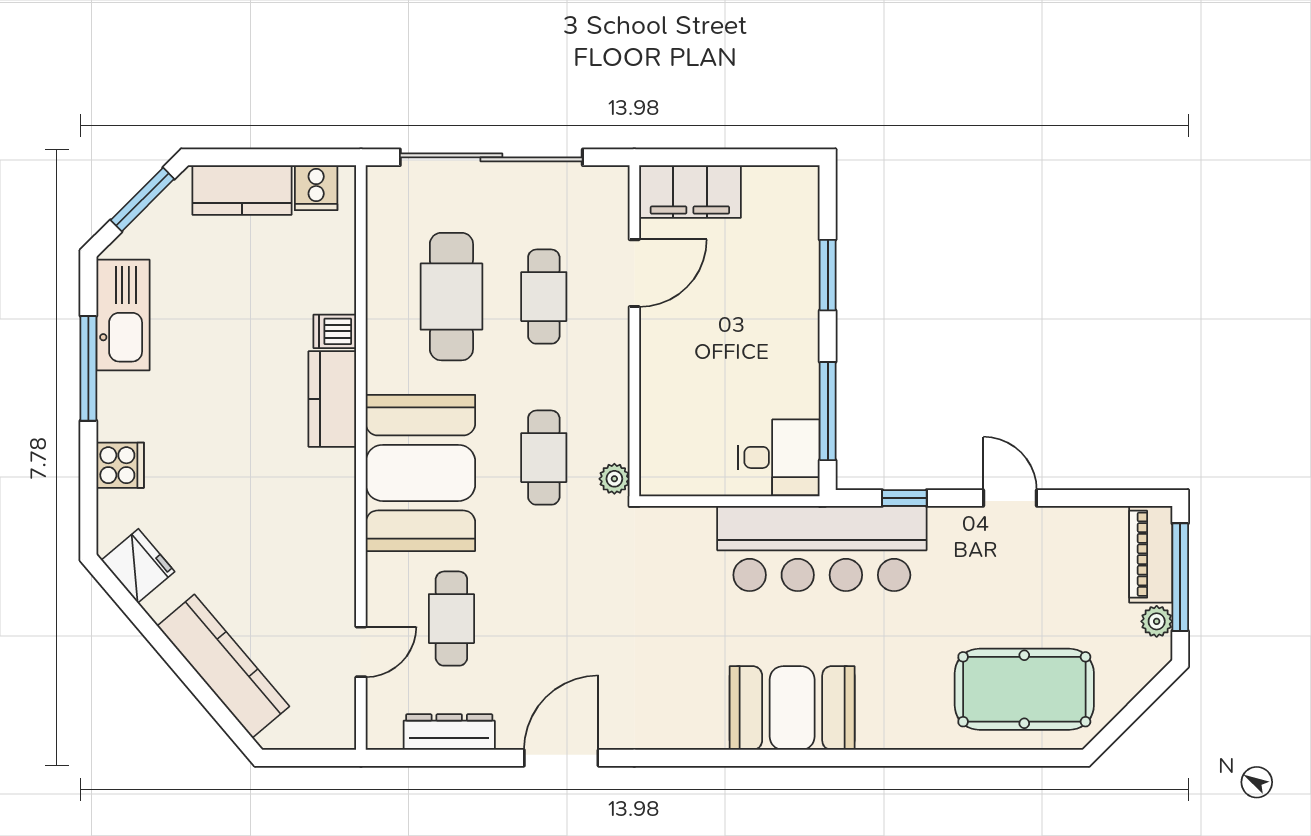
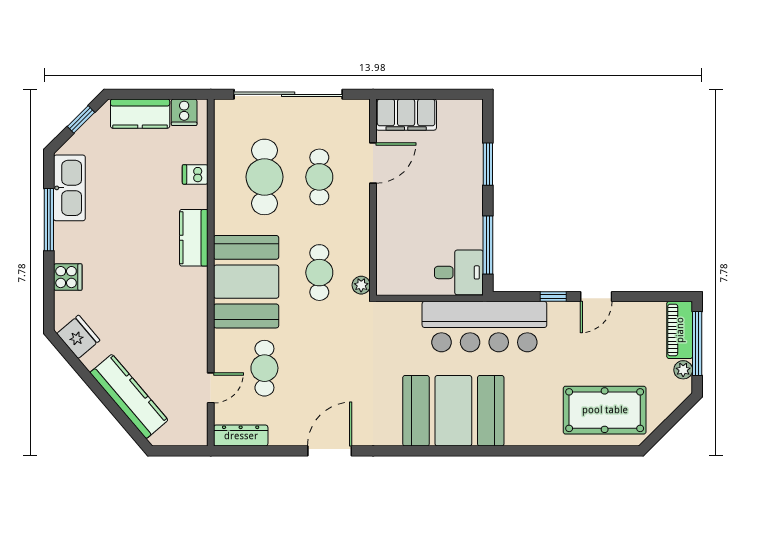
window: (142, 199) -> (81, 119), width x0.67
dishwasher: (335, 331) -> (195, 174), moved
window: (904, 498) -> (553, 297), moved
door: (1010, 498) -> (596, 297), swing flipped
booth: (792, 708) -> (453, 411), width x1.36, depth x1.42
dresser: (449, 732) -> (241, 436), moved

